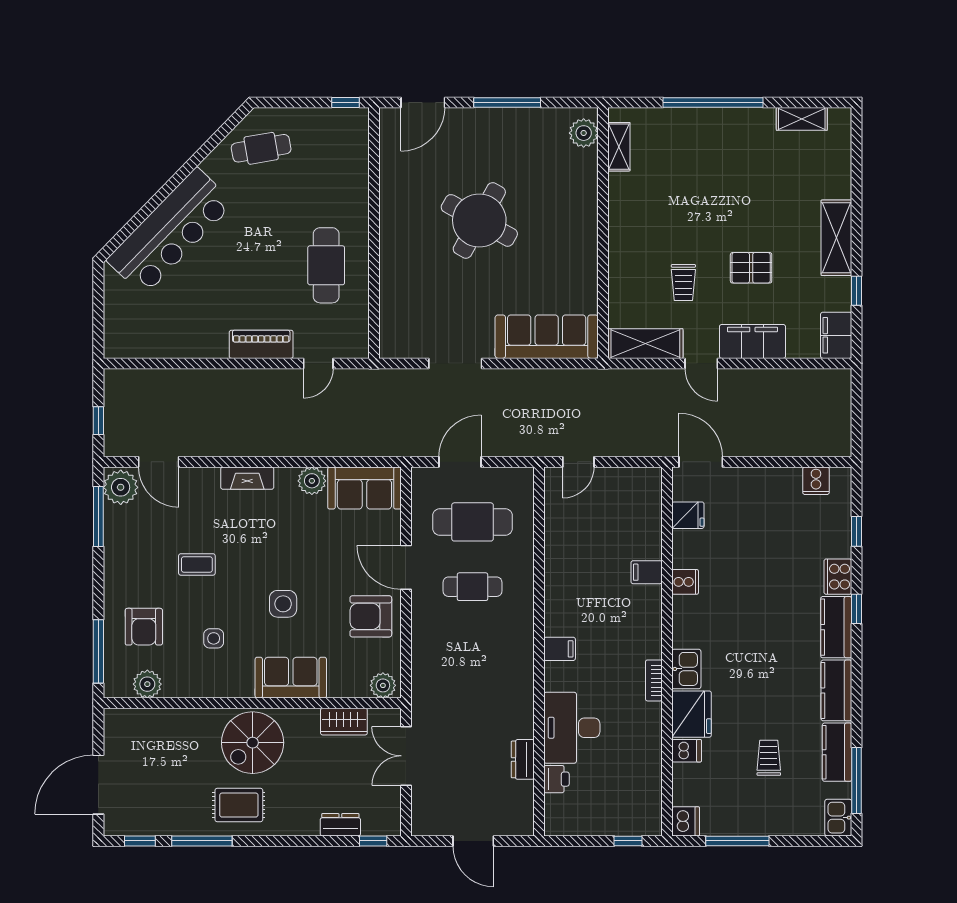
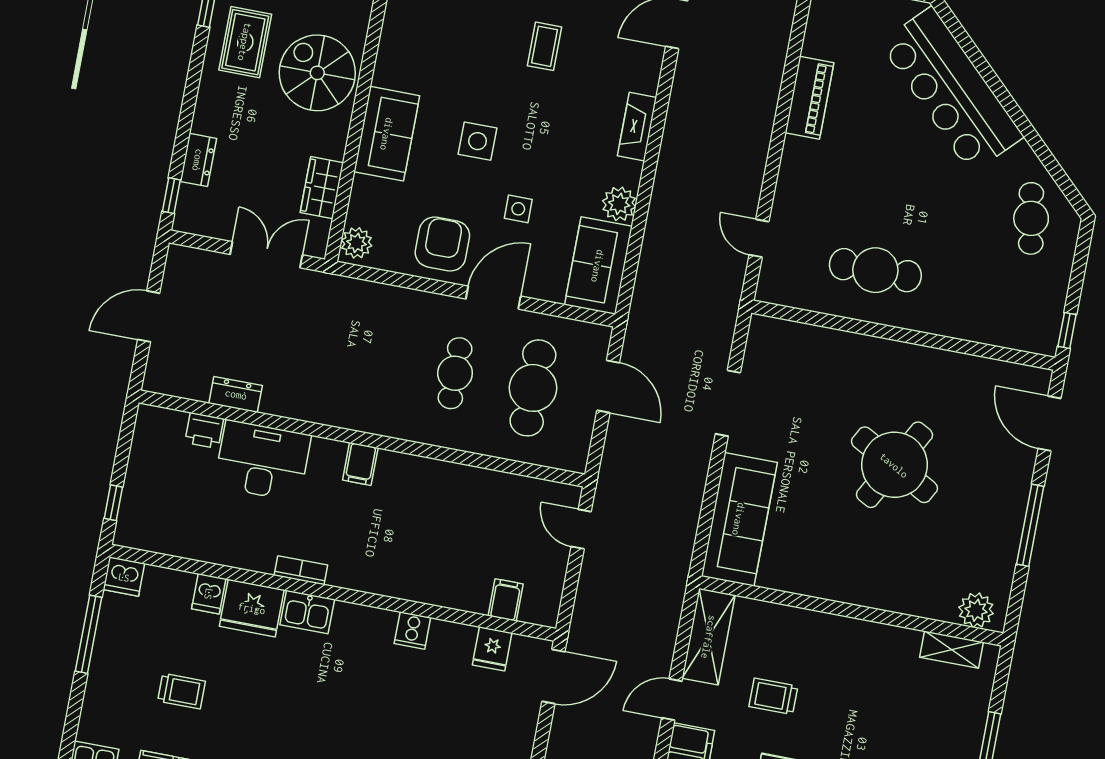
piano: (261, 344) -> (809, 98), moved
filing cabinet: (647, 572) -> (506, 600), moved
side table: (214, 638) -> (518, 209), moved

